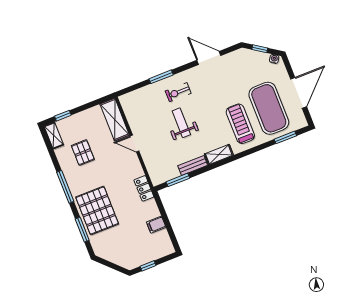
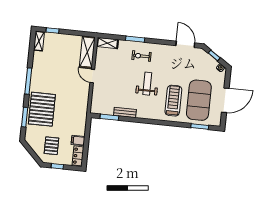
door: (209, 58) -> (185, 44), moved
weight bench: (181, 123) -> (147, 84), moved
pallet: (83, 153) -> (51, 146), moved
shelving: (219, 155) -> (107, 43), moved
locker: (144, 188) -> (78, 156), moved

